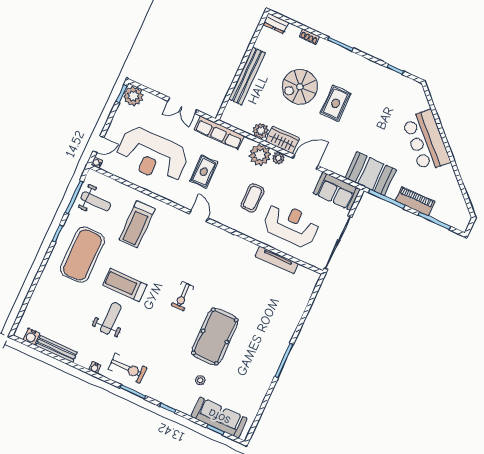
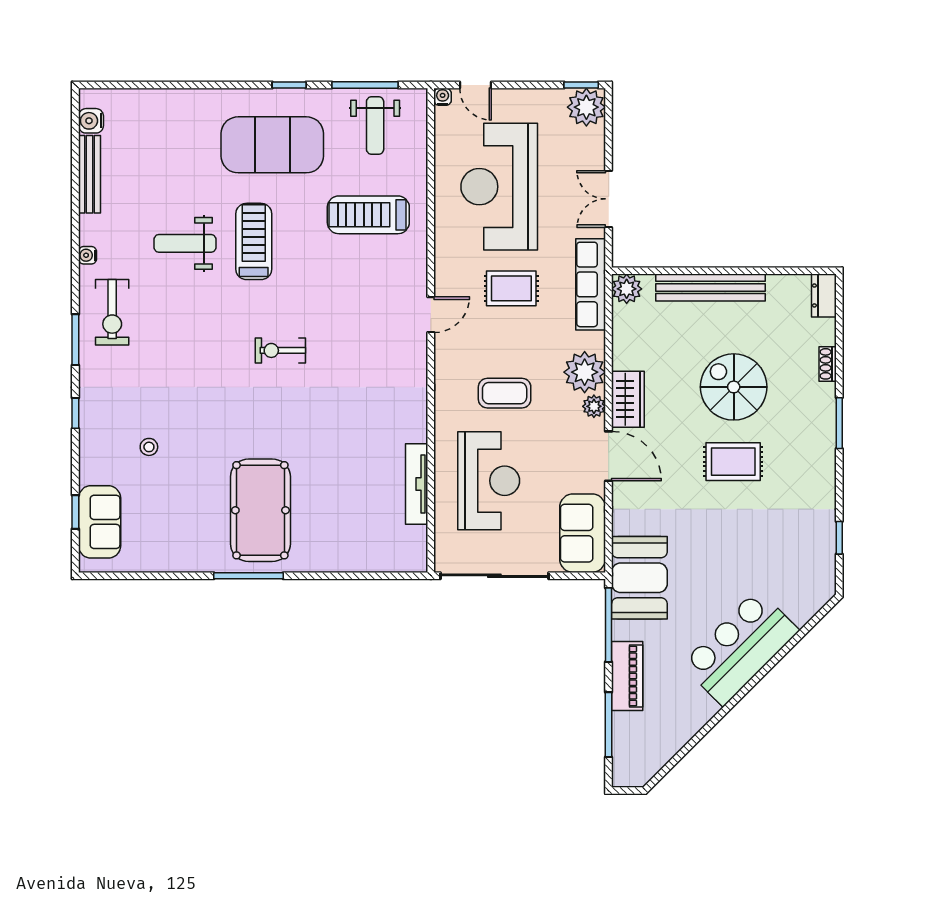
plant: (261, 131) -> (627, 289), moved
weight bench: (111, 318) -> (185, 243), turned 180
pool table: (215, 337) -> (260, 510), moved, turned 90
sofa: (219, 417) -> (100, 522), width x0.73

